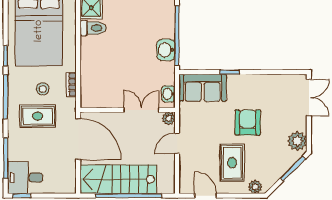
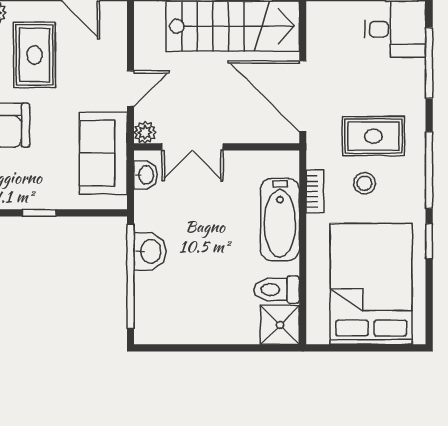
bathtub: (91, 68) -> (280, 219), added
sofa: (203, 88) -> (103, 153), moved, turned -90

